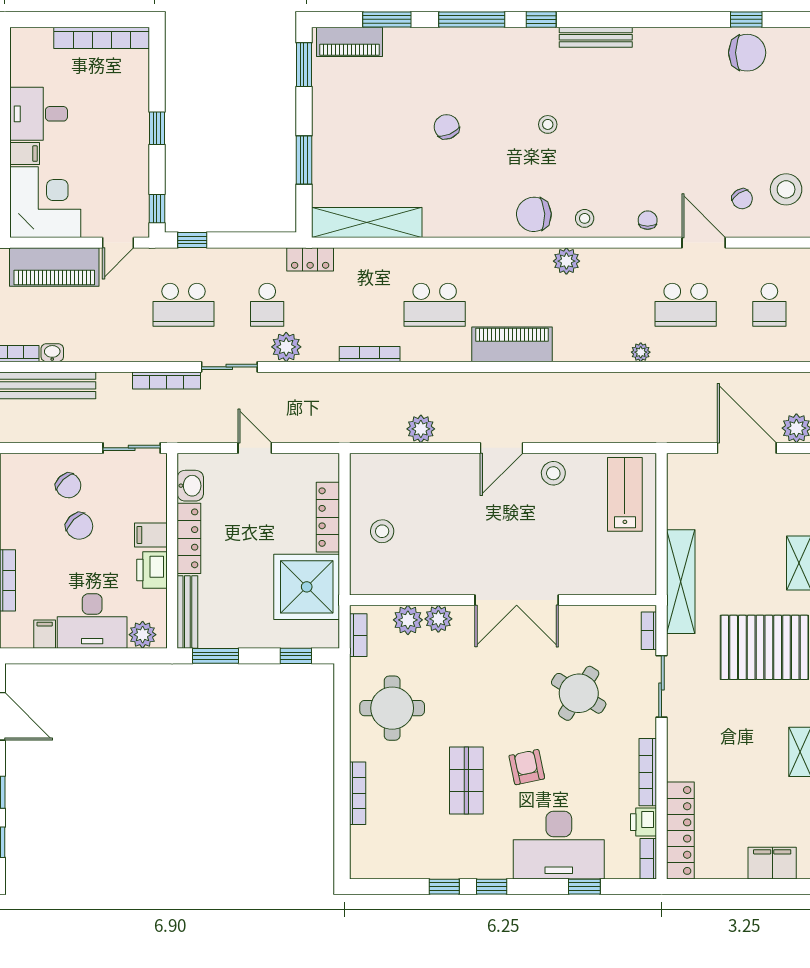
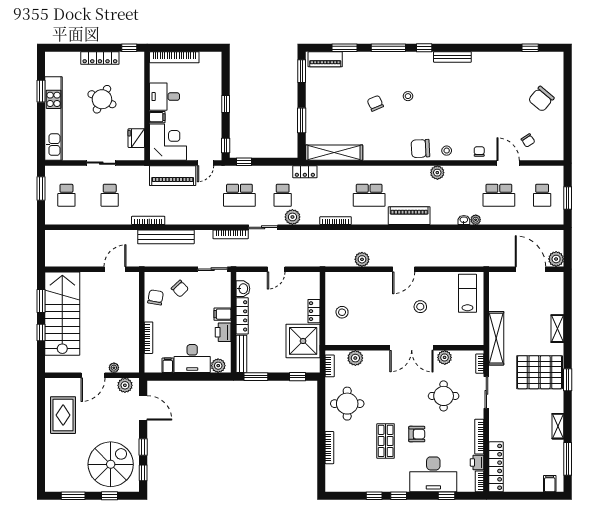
bookcase: (102, 38) -> (174, 57), moved
chair: (747, 53) -> (541, 99), moved, turned 130
stool: (548, 124) -> (408, 96), moved
stool: (786, 189) -> (551, 136), removed
washbasin: (52, 353) -> (464, 220), moved
door: (255, 448) -> (276, 269), swing flipped
stool: (553, 473) -> (420, 307), moved
locker: (328, 517) -> (314, 311), width x0.66
chair: (79, 526) -> (156, 297), moved, turned -126
plant: (438, 619) -> (445, 357), moved
round table: (579, 693) -> (444, 396), turned -32
armchair: (527, 767) -> (417, 434), turned 102
filing cabinet: (772, 863) -> (550, 484), width x0.50

